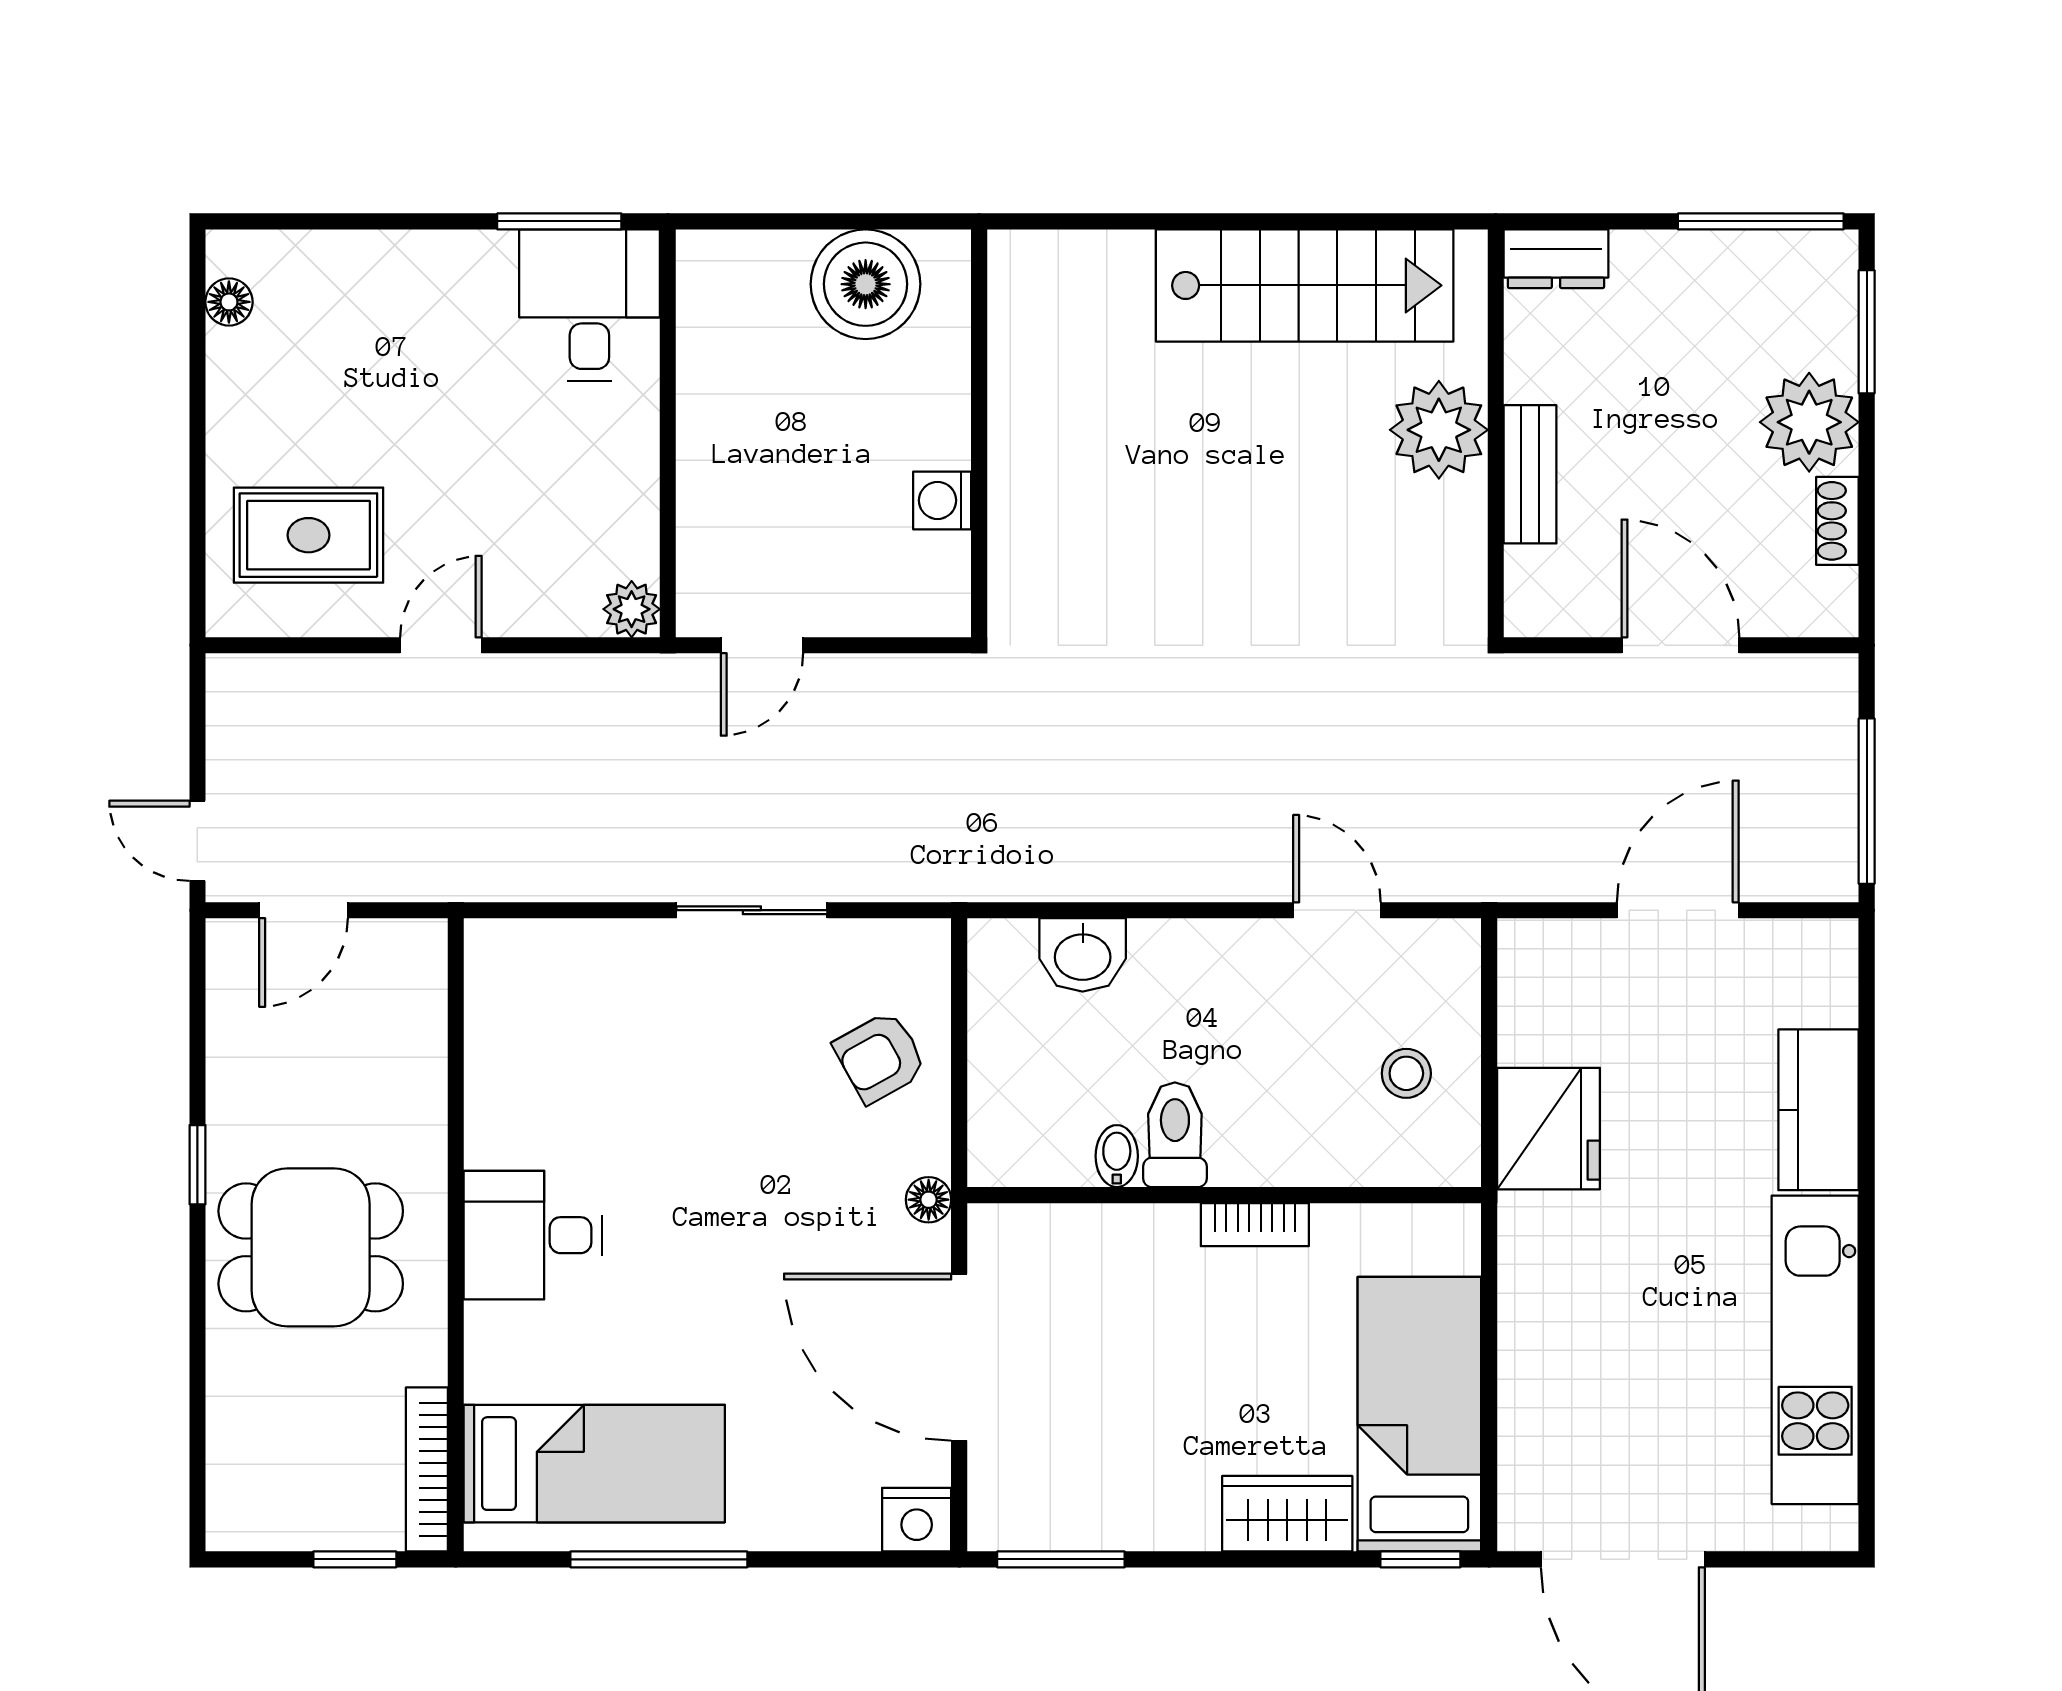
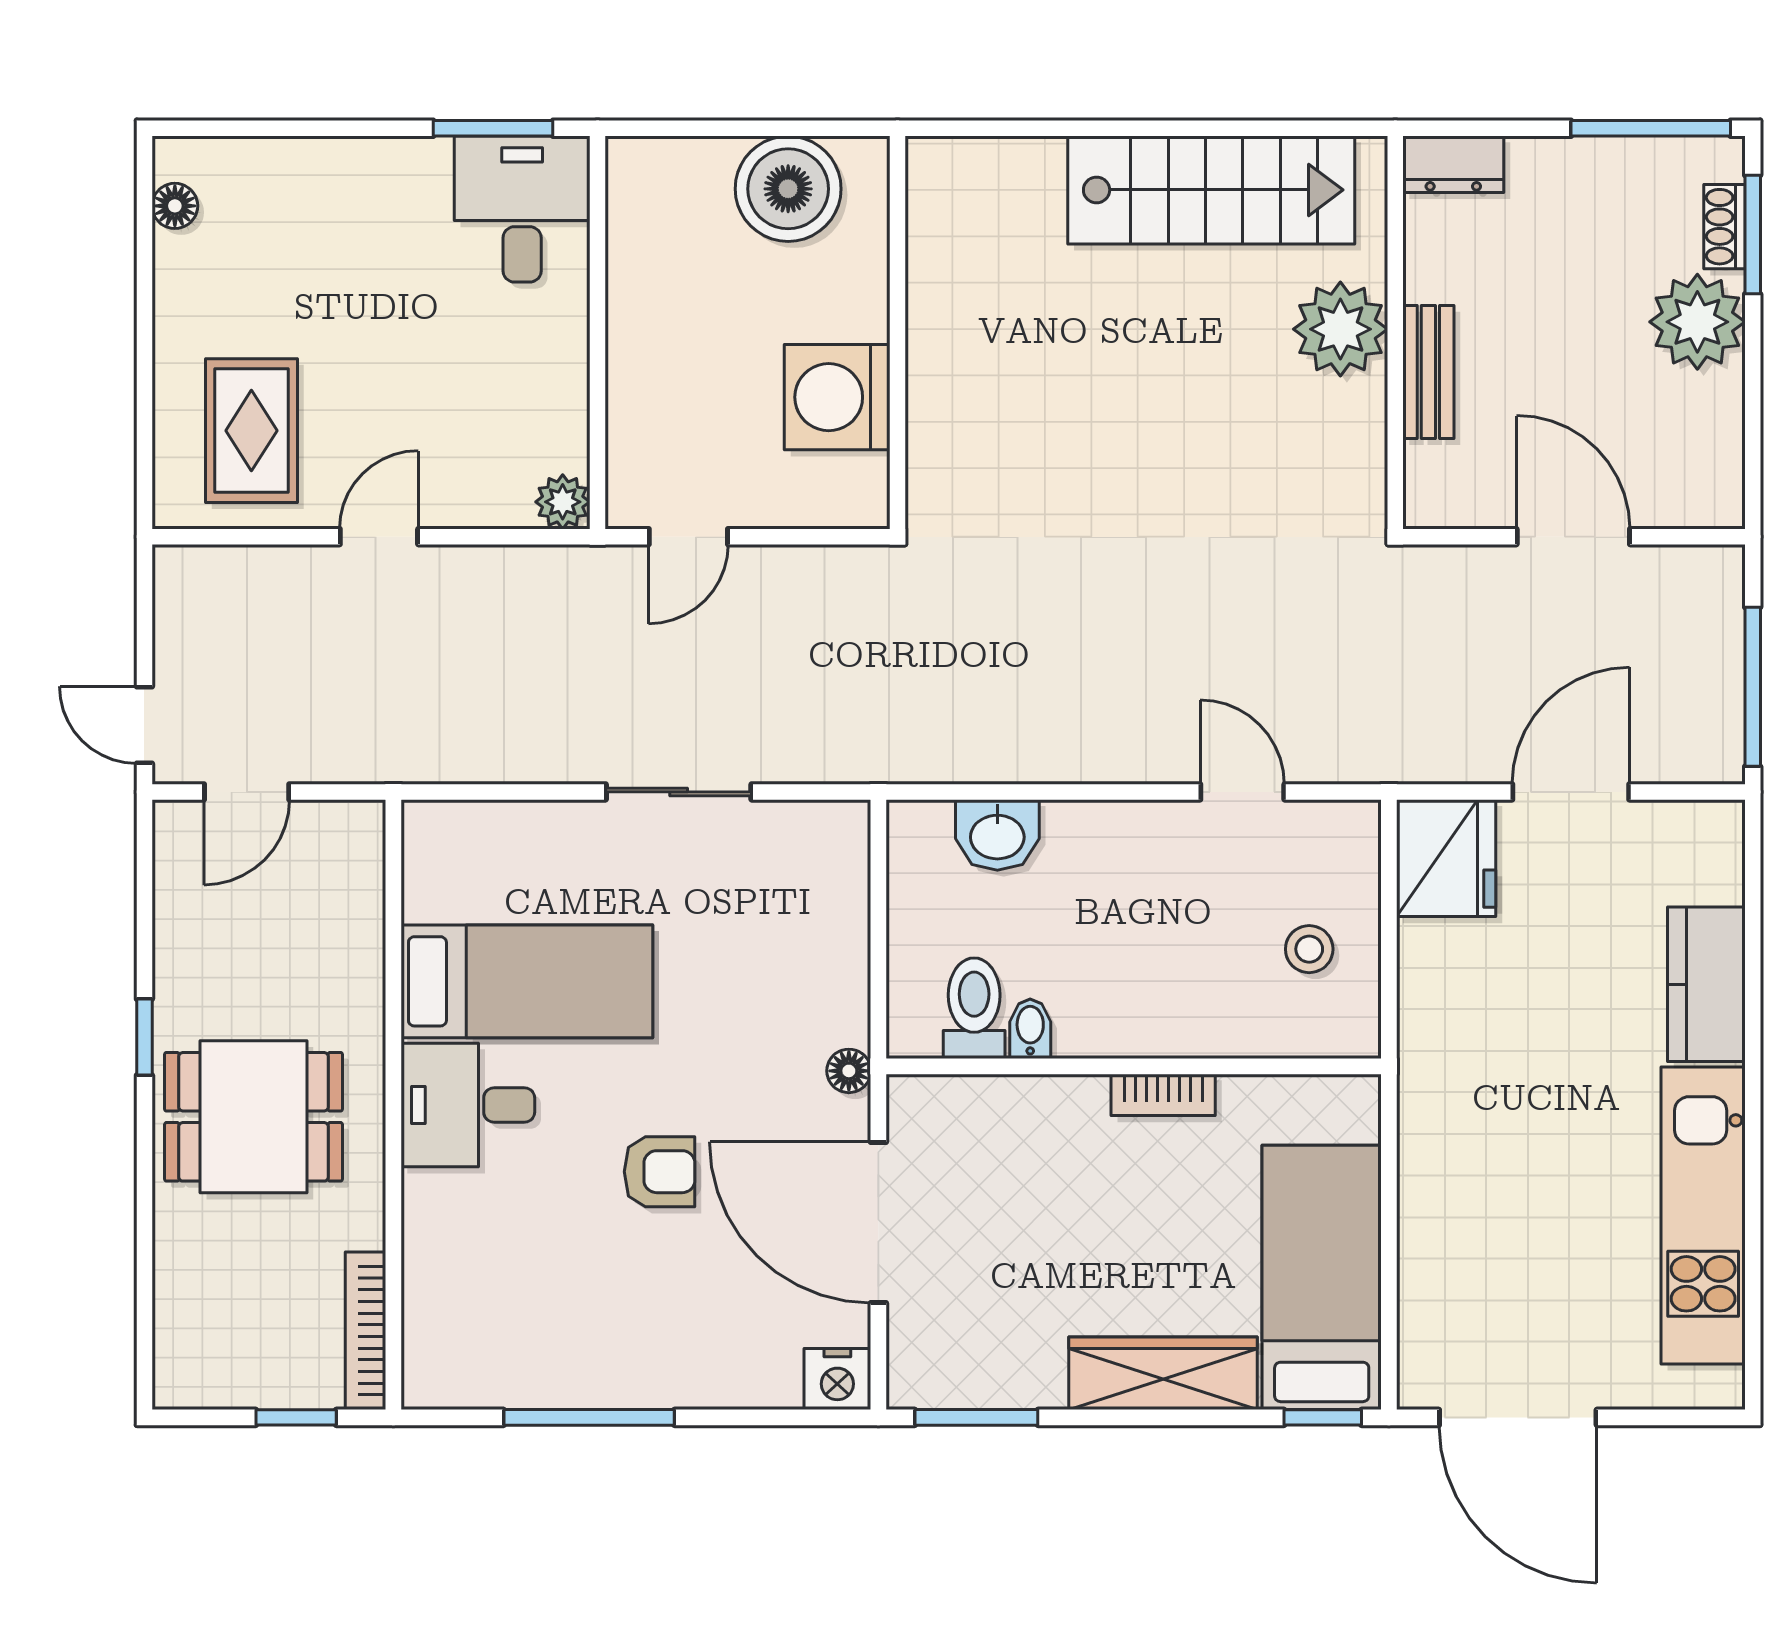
washing machine: (942, 500) -> (837, 397), width x1.89, depth x1.89
shoe rack: (1837, 521) -> (1724, 227), moved
rug: (308, 535) -> (251, 431), turned 90
armchair: (880, 1057) -> (660, 1172), moved, turned -151
fridge: (1548, 1129) -> (1446, 858), moved
toilet: (1175, 1135) -> (974, 1008), moved
bed: (594, 1464) -> (527, 981), moved
wardrobe: (1287, 1514) -> (1163, 1373), width x1.50

